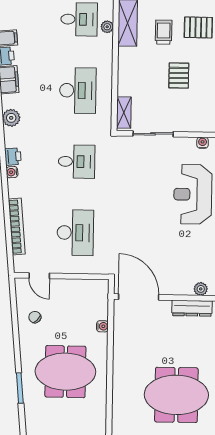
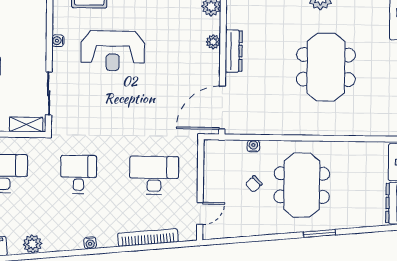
printer: (13, 157) -> (74, 242), removed
chair: (35, 317) -> (254, 184), moved

